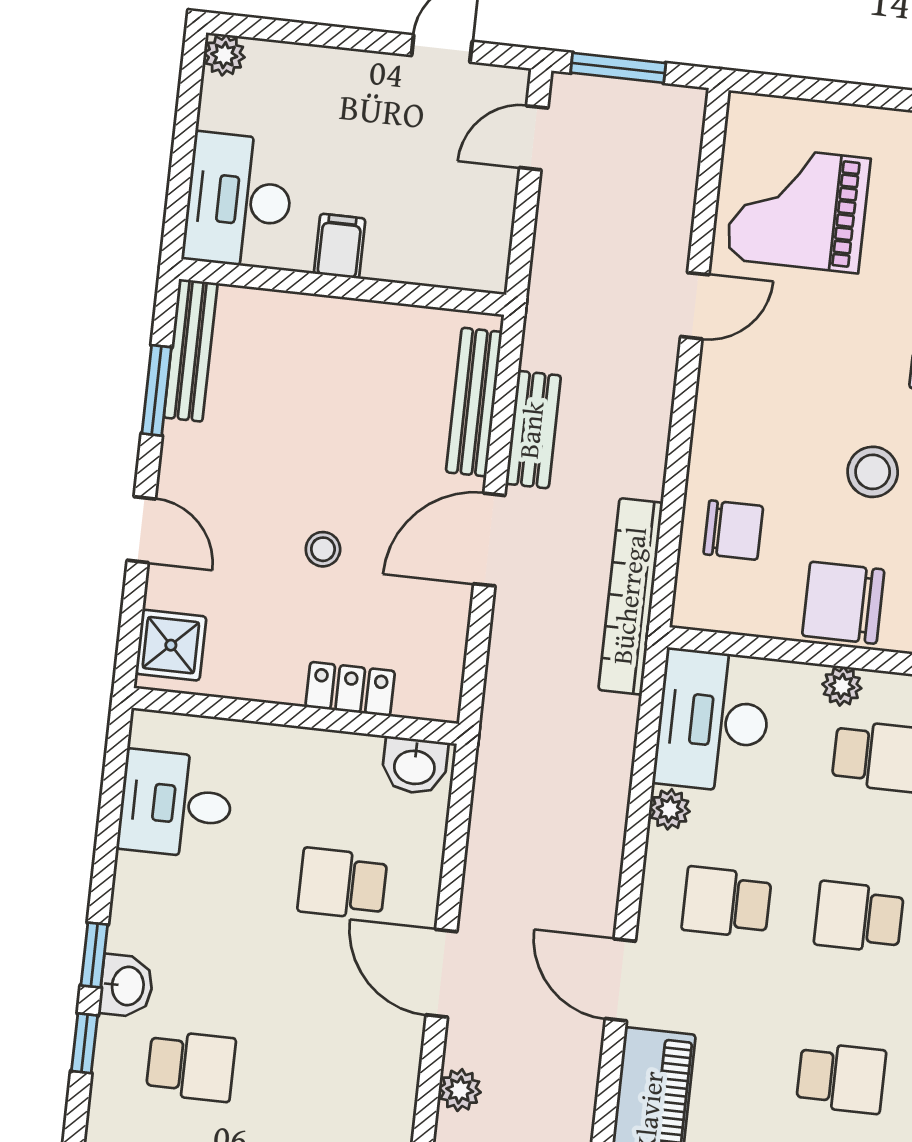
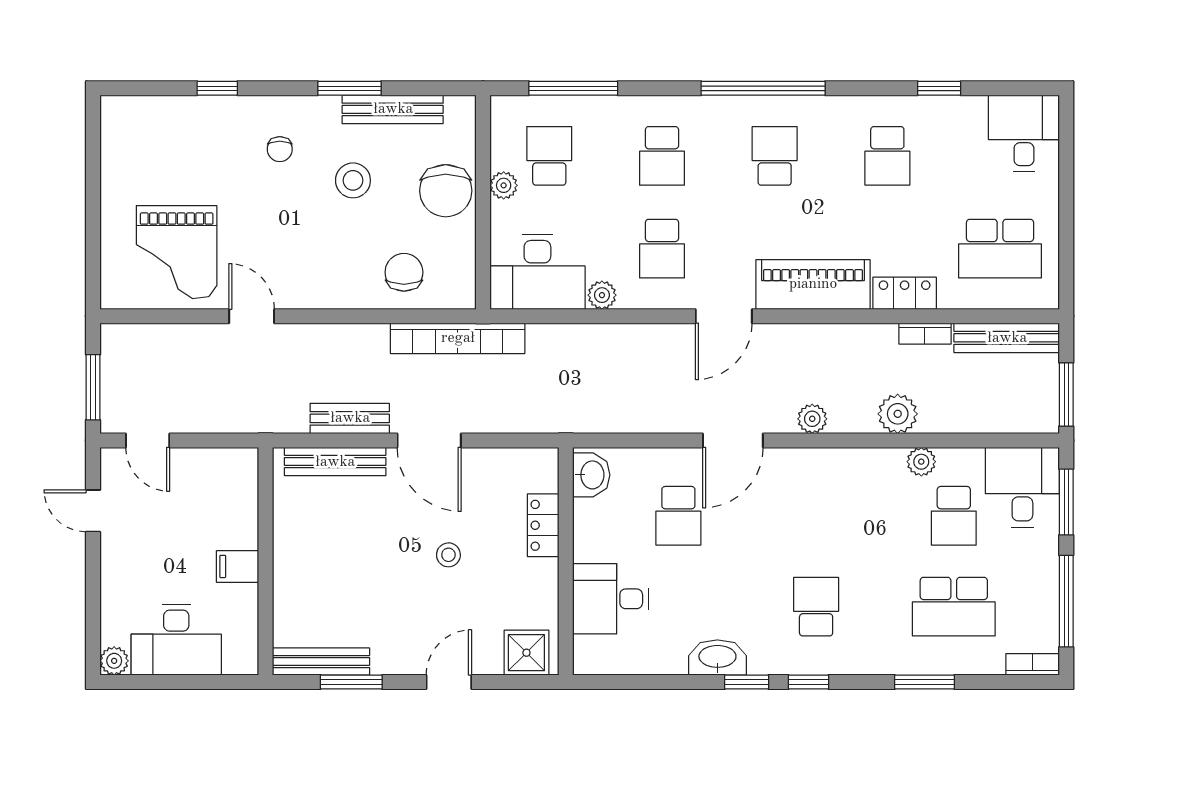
desk: (239, 200) -> (176, 640), moved
desk: (176, 804) -> (611, 599), moved, turned 90
washbasin: (126, 986) -> (717, 657), moved, width x1.38

